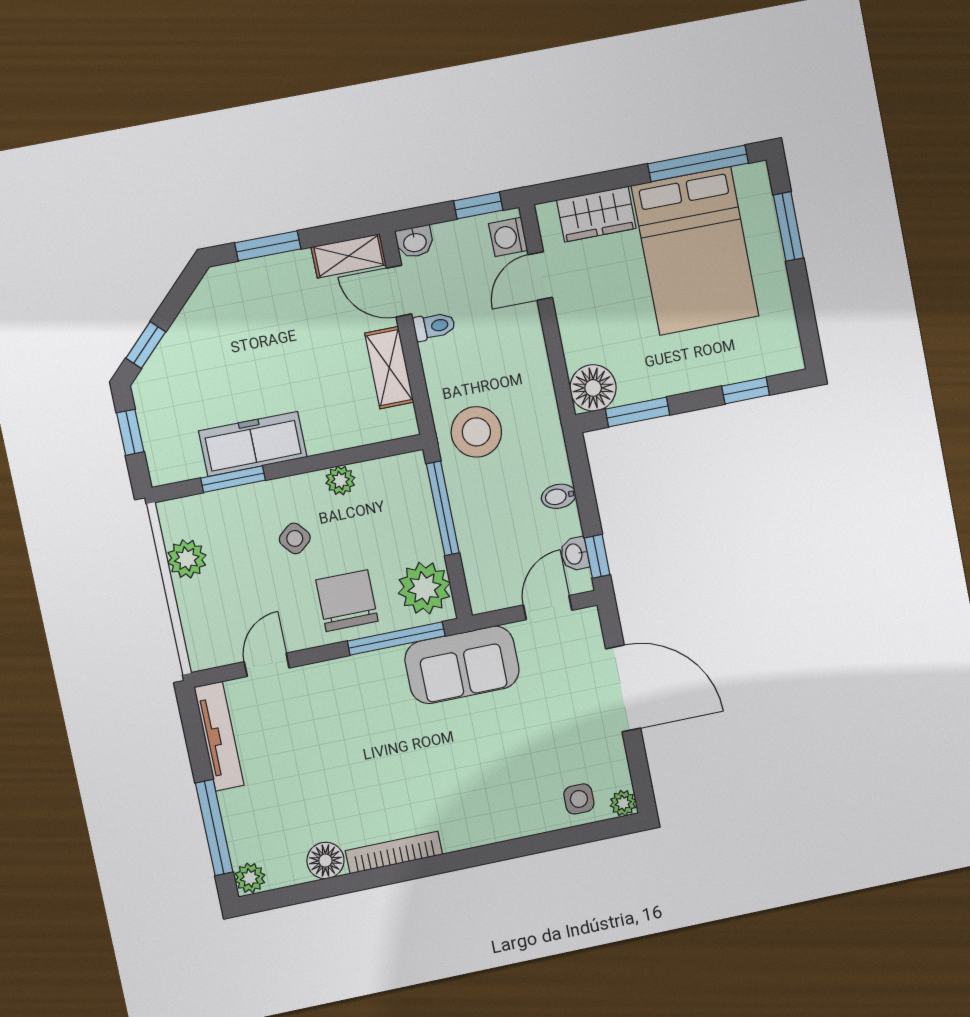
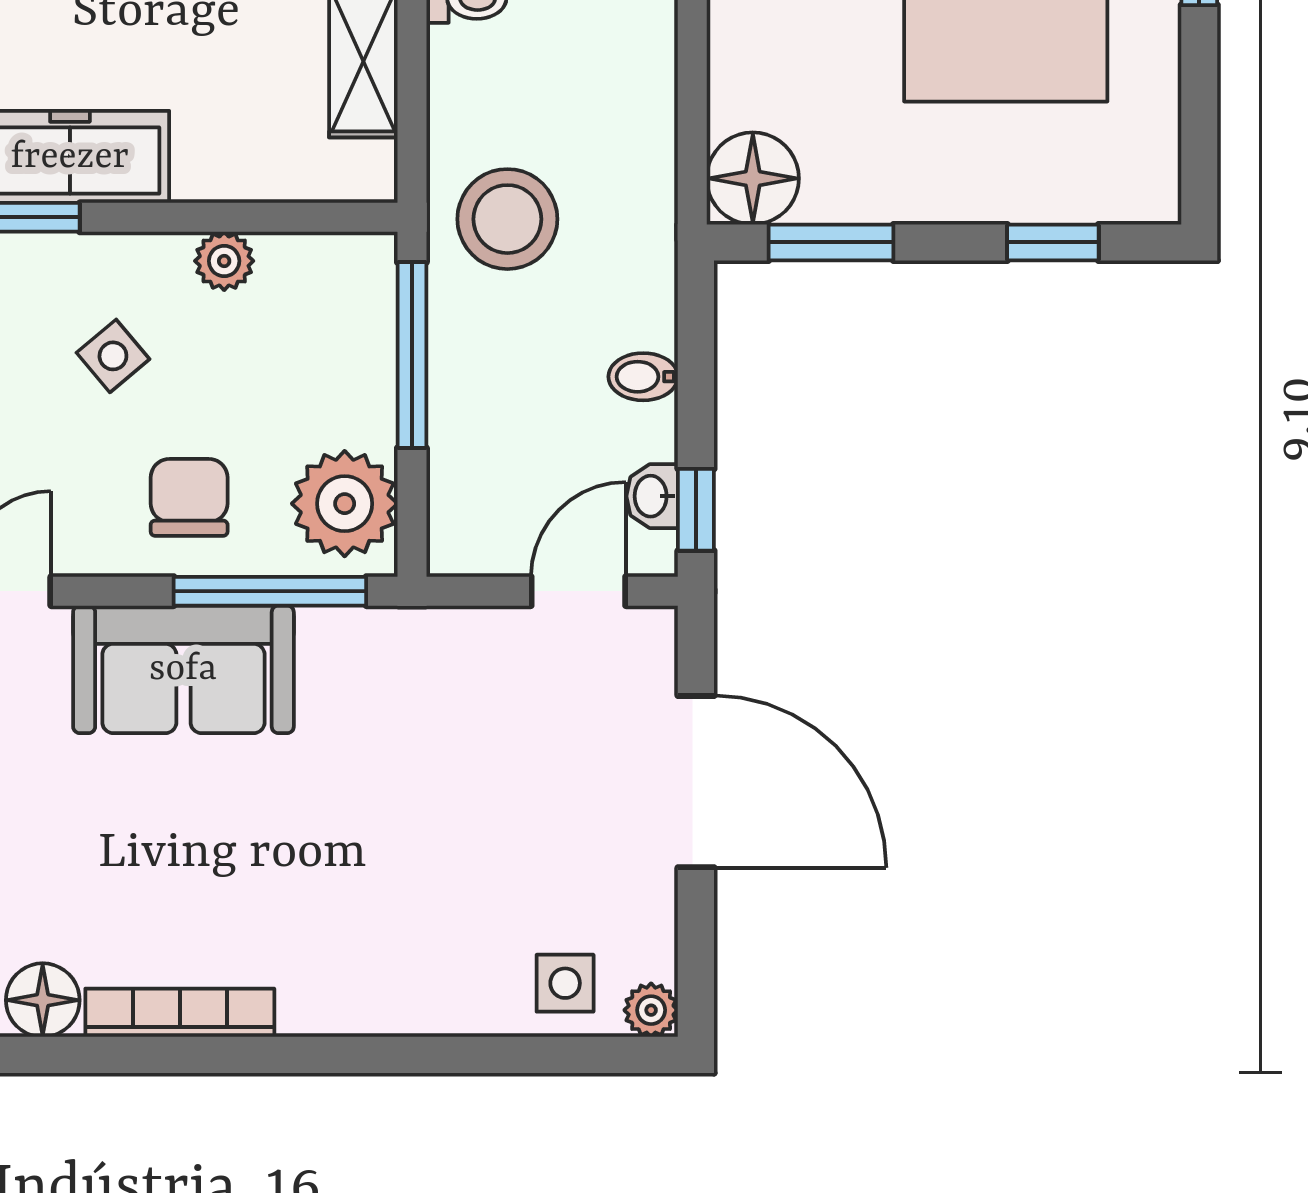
chair: (347, 601) -> (189, 497), width x0.73, depth x0.73
sofa: (462, 665) -> (183, 669), moved

